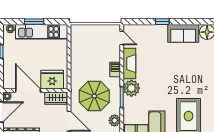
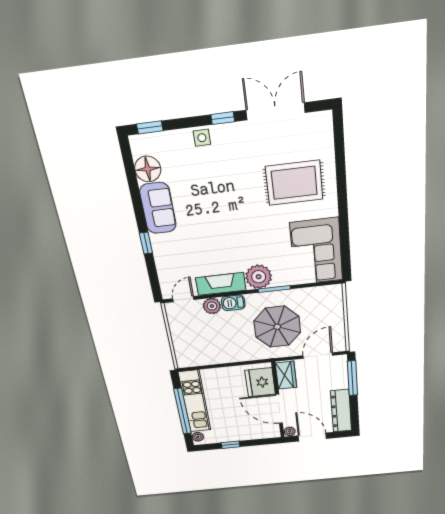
window: (34, 22) -> (183, 411), width x2.11
door: (28, 90) -> (279, 409), hinge flipped
plant: (115, 120) -> (212, 306), moved

